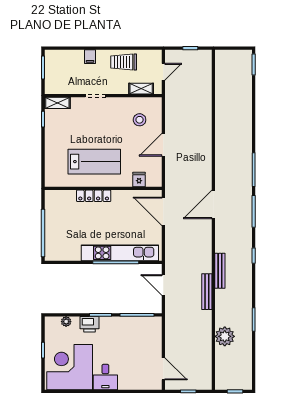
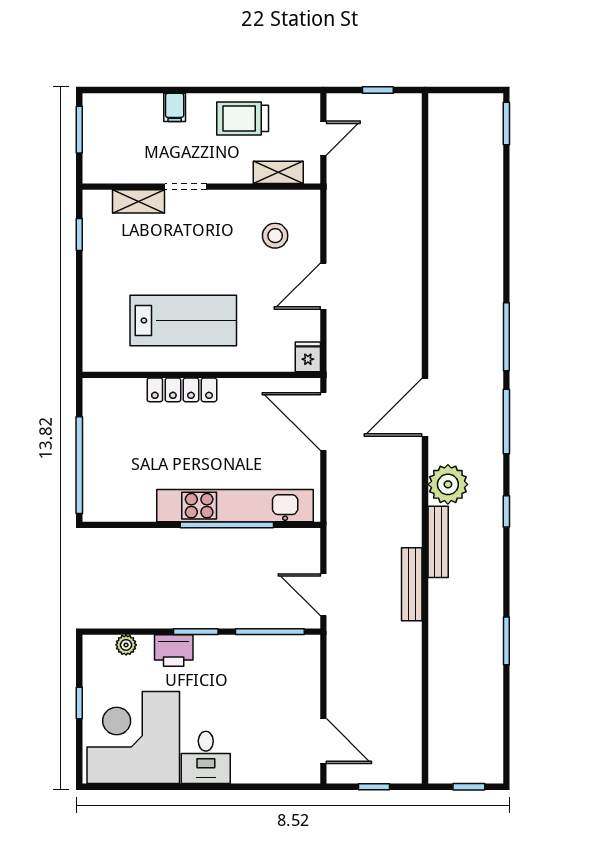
shelving: (57, 103) -> (138, 201), moved
fridge: (139, 180) -> (308, 357), moved
door: (163, 285) -> (323, 595), moved
plant: (225, 336) -> (448, 484), moved

